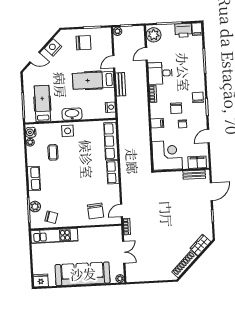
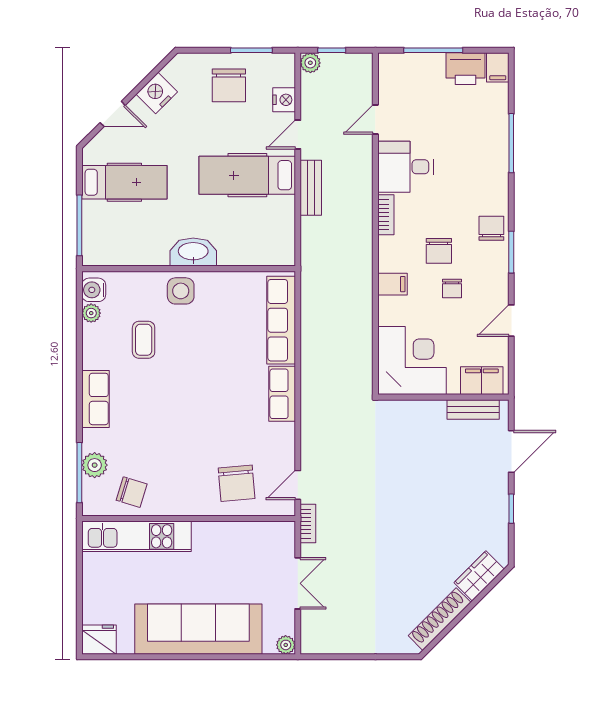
plant: (154, 35) -> (395, 76), removed
chair: (83, 43) -> (229, 85), turned 90
hospital bed: (42, 104) -> (124, 182), moved, turned 90
nightstand: (110, 107) -> (284, 100), moved

